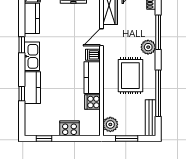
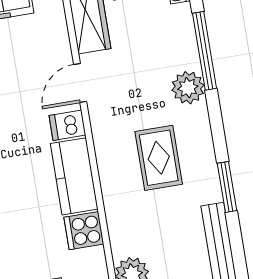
rug: (130, 76) -> (159, 158), width x0.73, depth x0.70
window: (158, 93) -> (227, 187), width x0.47

